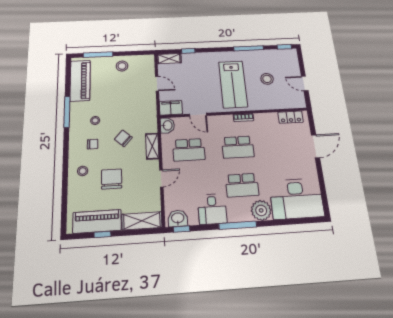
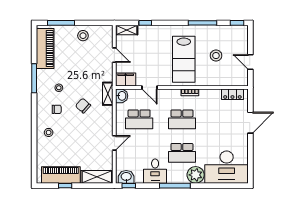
shelving: (152, 146) -> (108, 94), moved
chair: (112, 179) -> (73, 141), removed

